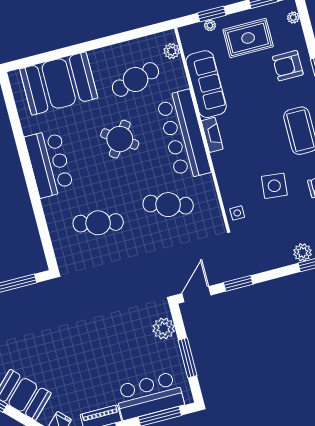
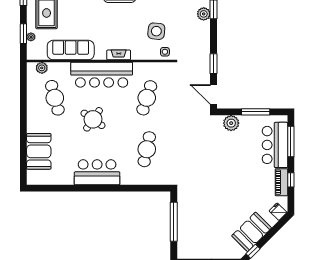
booth: (59, 83) -> (39, 151), width x0.73, depth x0.70
fireplace: (212, 135) -> (119, 55), moved
side table: (274, 186) -> (156, 31), moved

